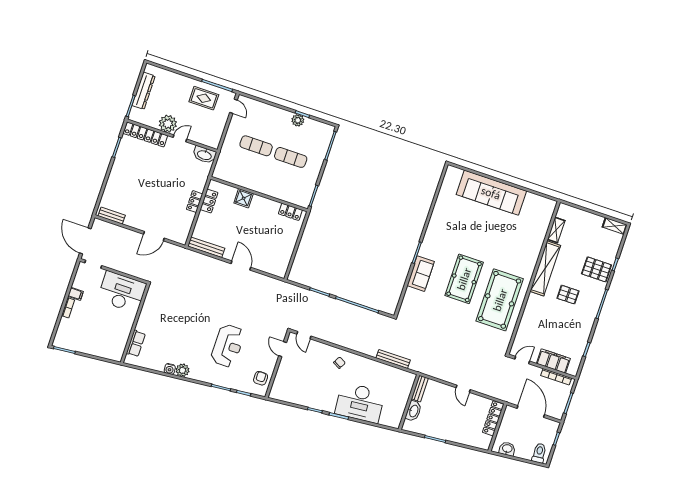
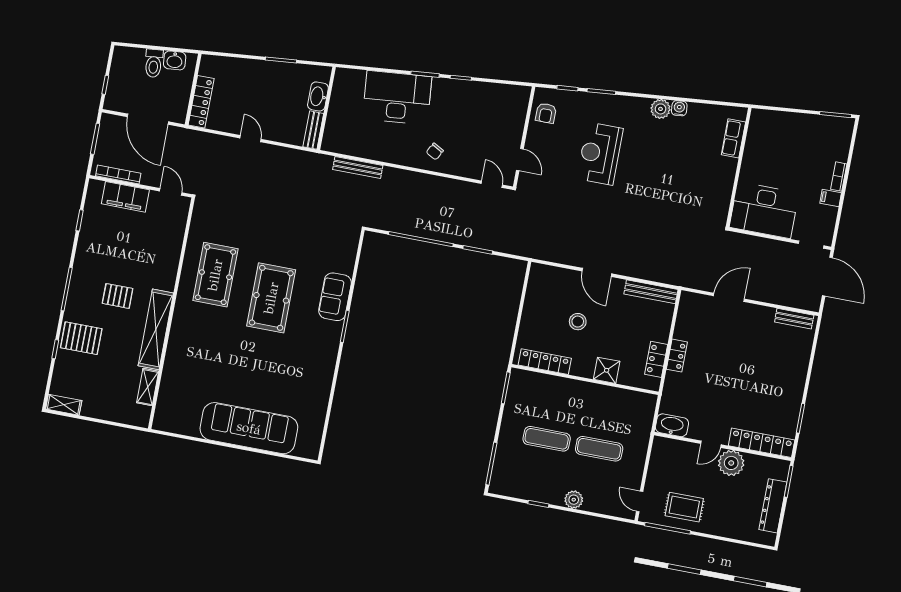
plant: (298, 120) -> (574, 500), moved
locker: (290, 212) -> (545, 362), width x1.53
stool: (259, 234) -> (578, 322), added
pool table: (500, 300) -> (215, 275), width x0.73, depth x0.76
door: (522, 360) -> (171, 192), swing flipped
toilet: (539, 453) -> (154, 63), moved

